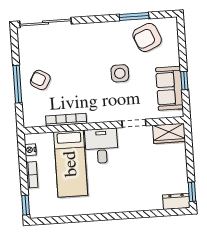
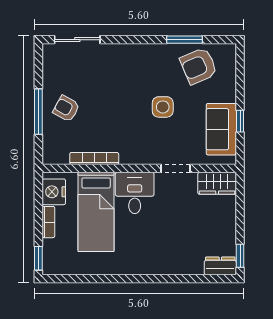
sliding door: (46, 22) -> (77, 40), width x0.73
nightstand: (30, 150) -> (54, 192), width x1.89, depth x1.79

